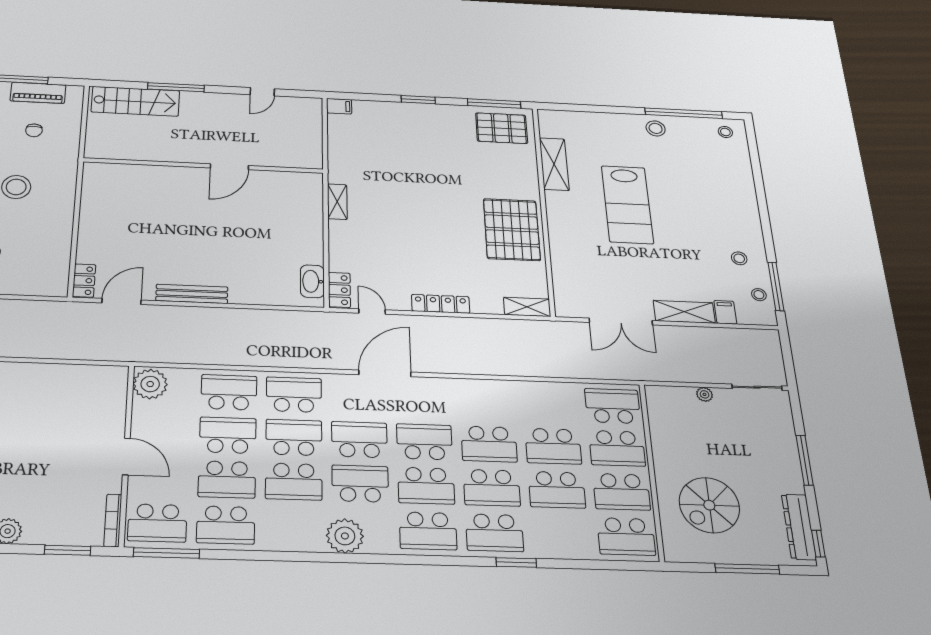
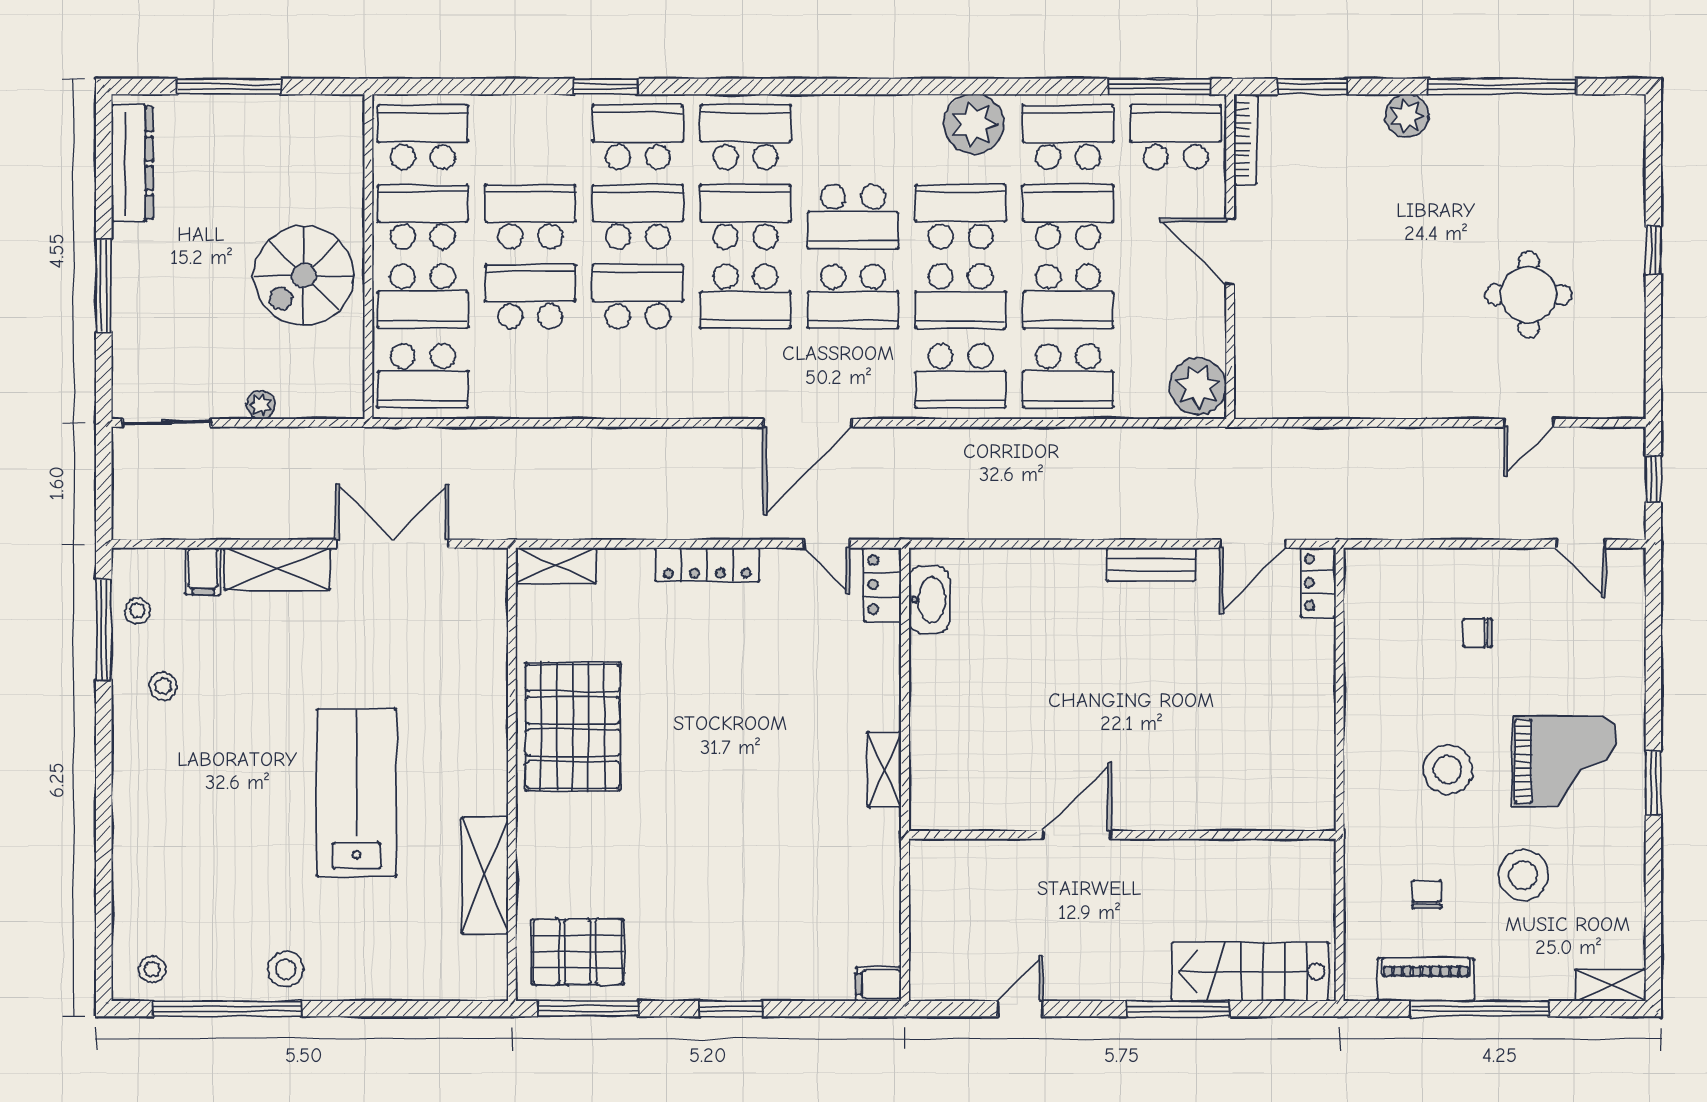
bench: (192, 294) -> (1151, 565), width x0.73
school desk: (617, 448) -> (423, 296), turned 180
spiral stairs: (709, 505) -> (304, 275), moved, turned 180
plant: (345, 536) -> (974, 124), moved
window: (818, 544) -> (104, 134), removed

